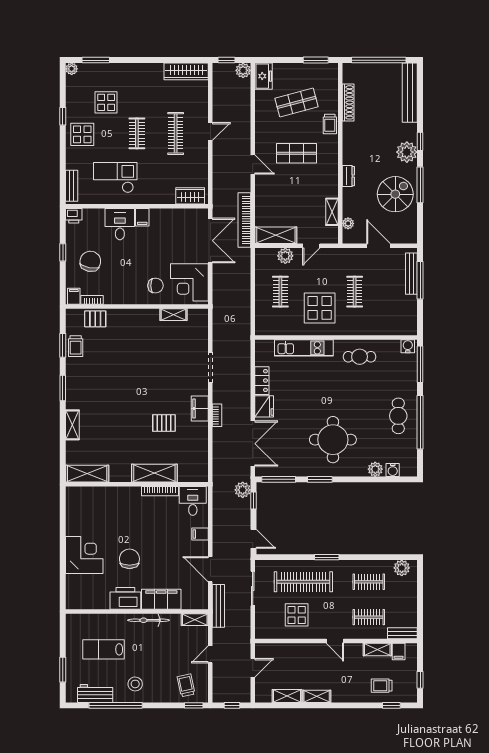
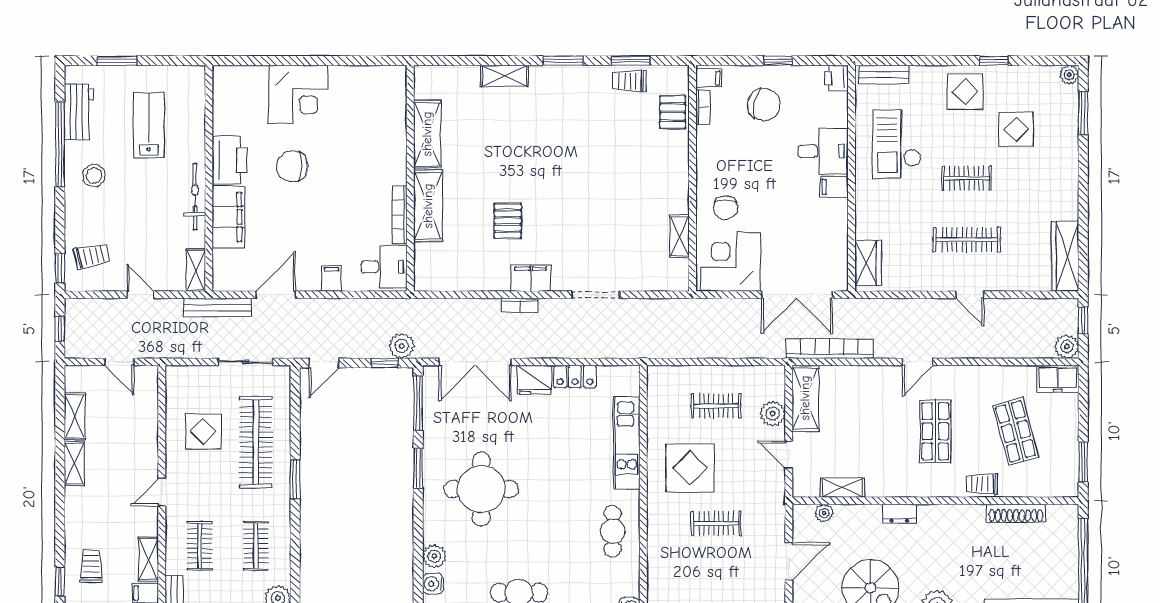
checkout: (115, 177) -> (897, 144), turned 180
shelving: (87, 474) -> (427, 134), moved
chair: (129, 559) -> (292, 166), turned 180

